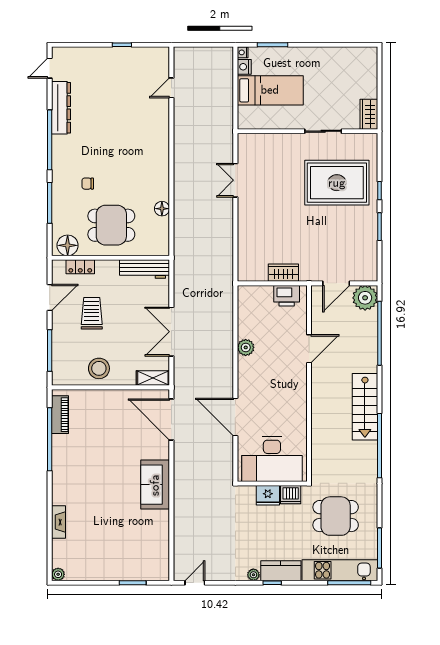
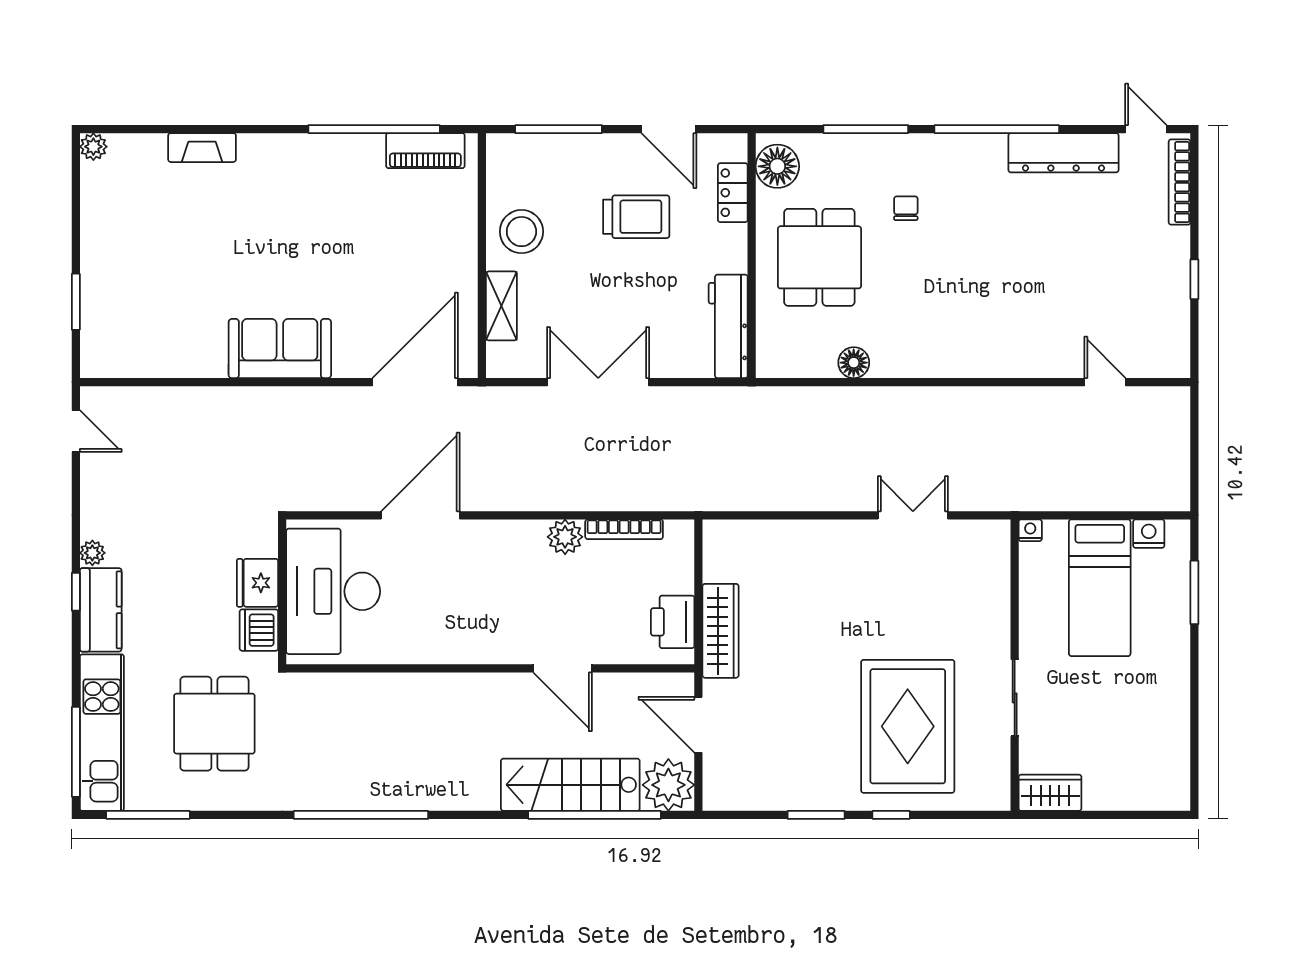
bookcase: (75, 52) -> (1180, 182), added
nightstand: (243, 52) -> (1030, 530), moved
wardrobe: (283, 273) -> (721, 631), width x1.50
bookcase: (242, 319) -> (624, 529), added
shelving: (153, 378) -> (501, 306), moved
stairs: (365, 407) -> (570, 785), moved

